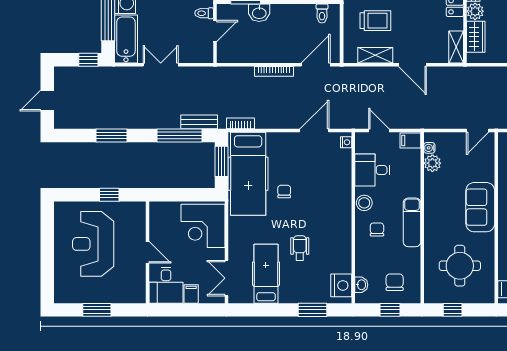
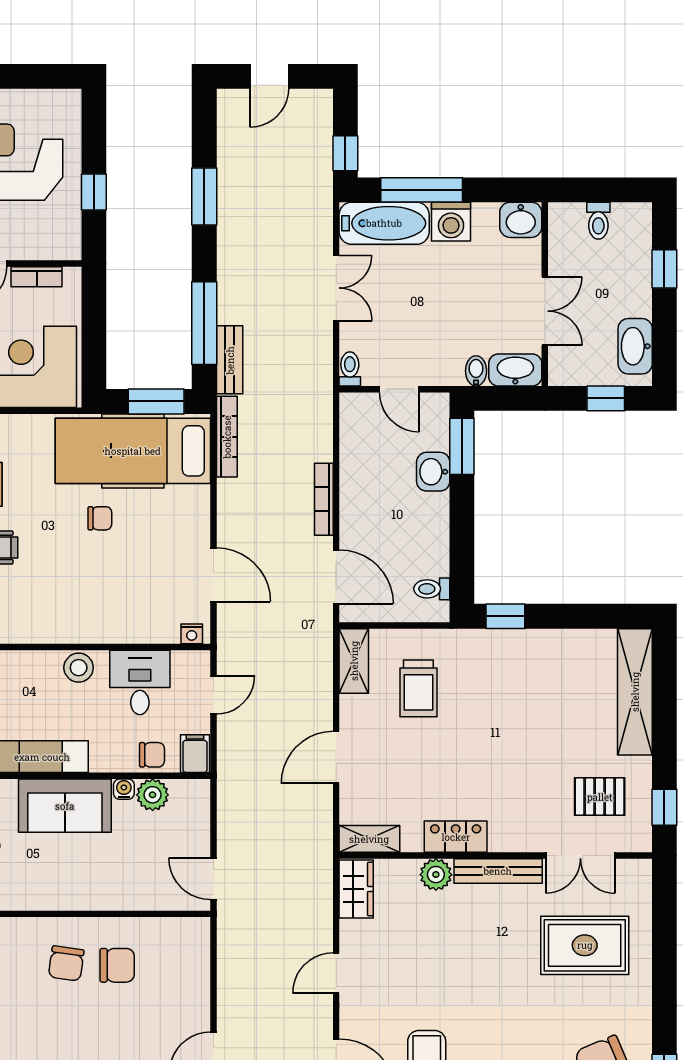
toilet: (204, 13) -> (350, 369), moved
wardrobe: (476, 37) -> (356, 889), moved, turned -90
shelving: (375, 55) -> (354, 661), moved
door: (47, 101) -> (269, 76), swing flipped
bookcase: (240, 123) -> (227, 437), width x1.56
water cooler: (429, 148) -> (124, 789), moved
sofa: (480, 207) -> (65, 806), moved, turned 180
bookcase: (155, 225) -> (37, 277), added
chair: (377, 229) -> (152, 755), moved

